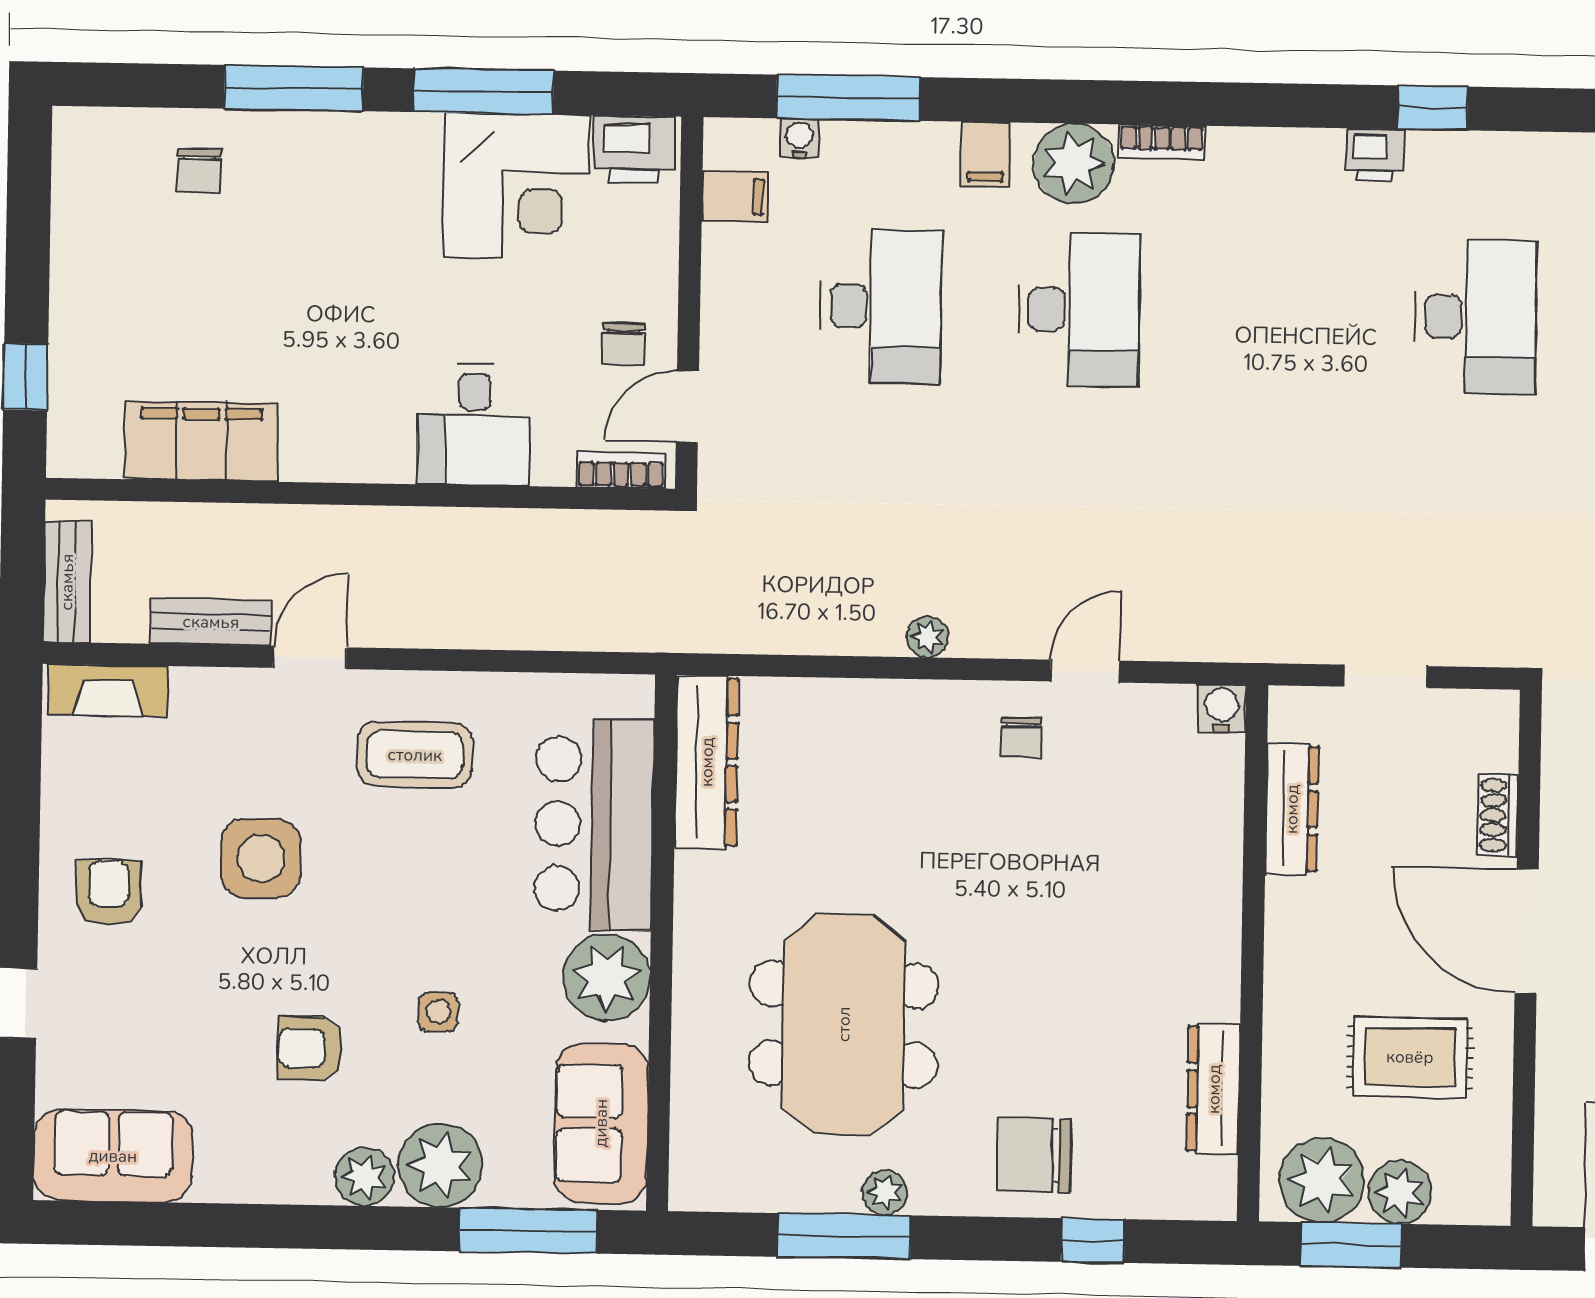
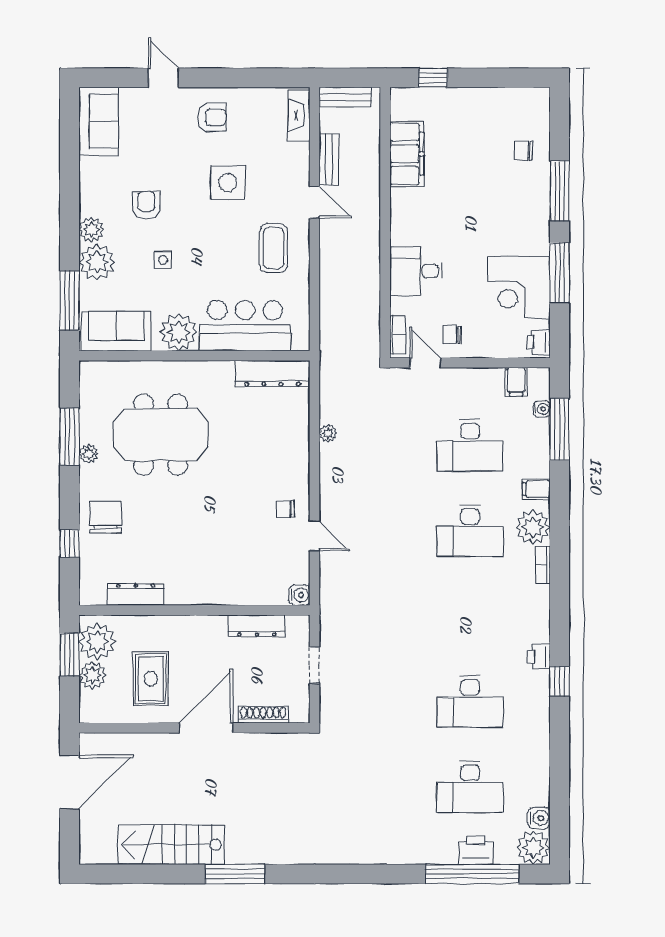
printer: (634, 149) -> (539, 342), width x0.73, depth x0.81
plant: (928, 637) -> (328, 433), moved
shoe rack: (1498, 815) -> (263, 715), width x1.43

